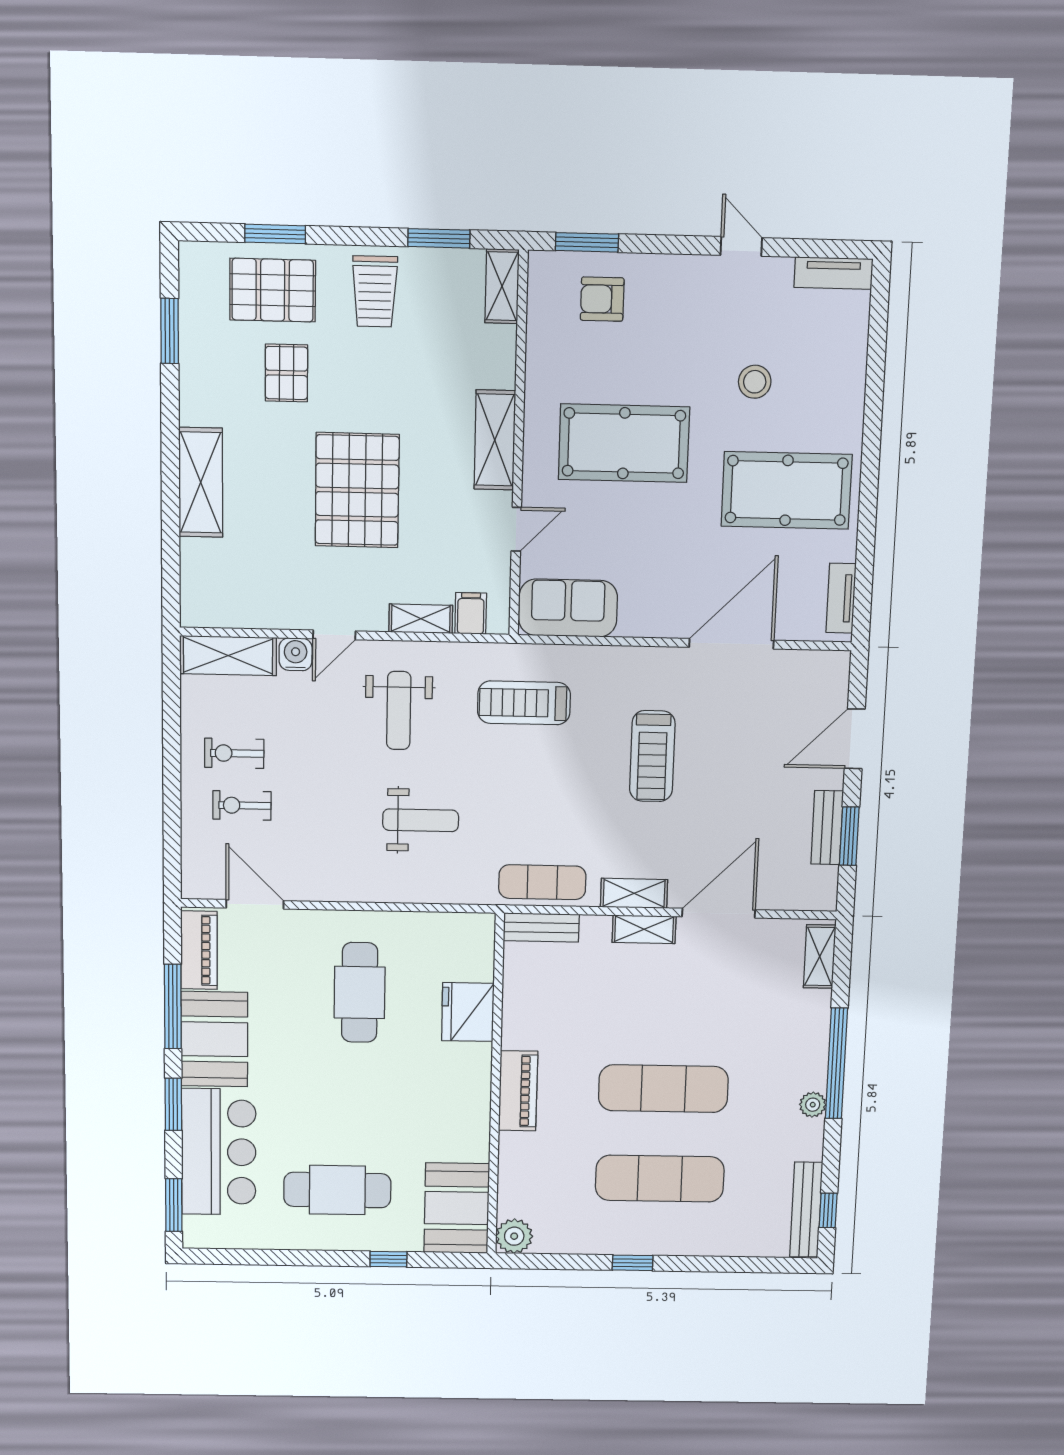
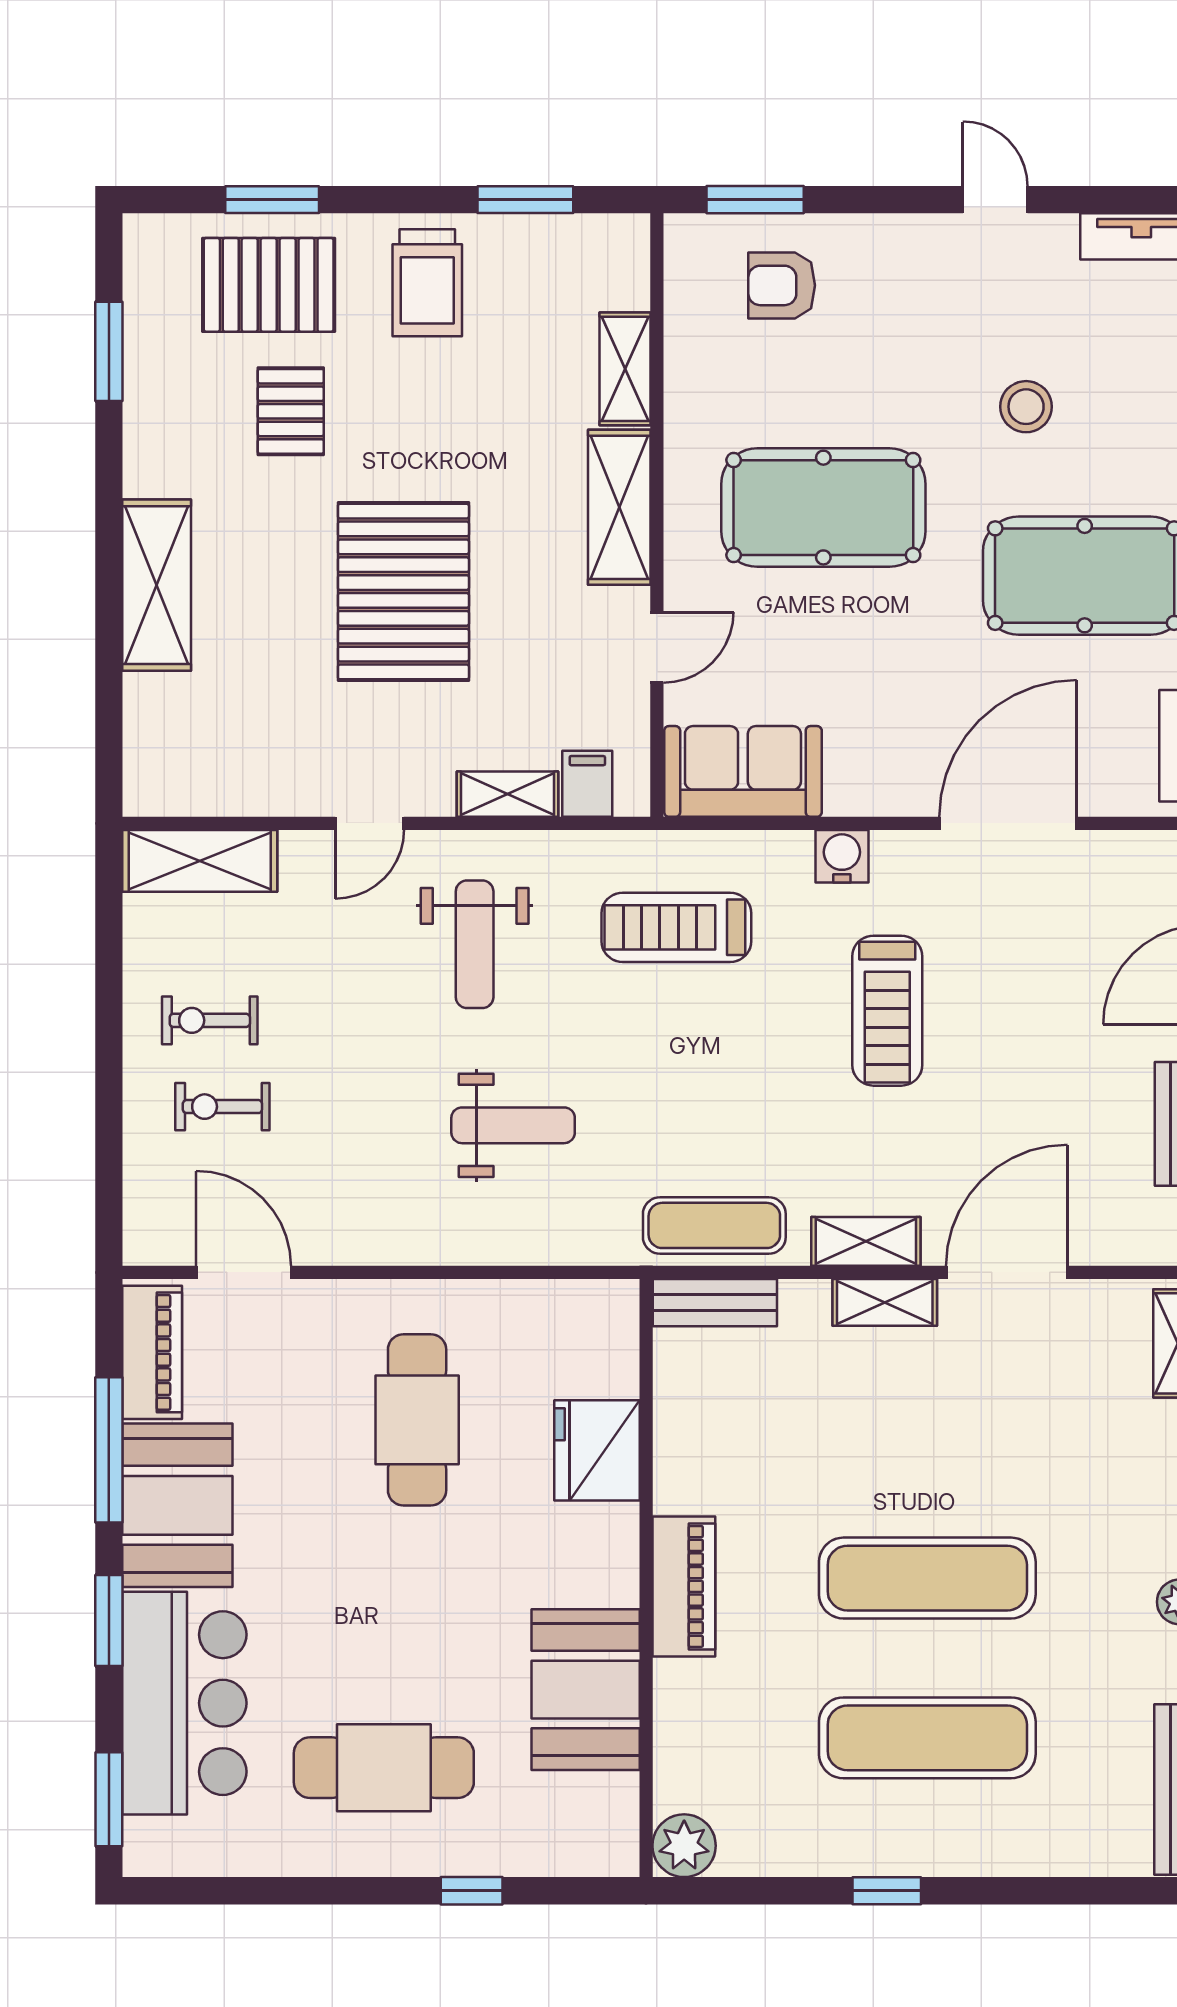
shelving: (502, 286) -> (625, 369), moved
water cooler: (296, 654) -> (842, 856), moved
booth: (457, 1208) -> (586, 1690), moved

